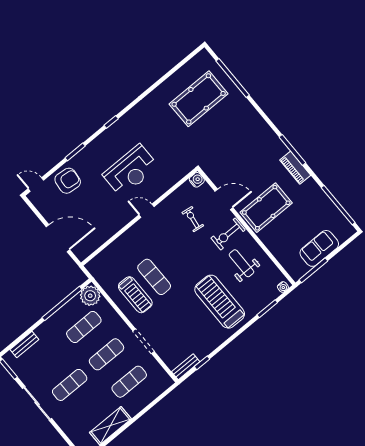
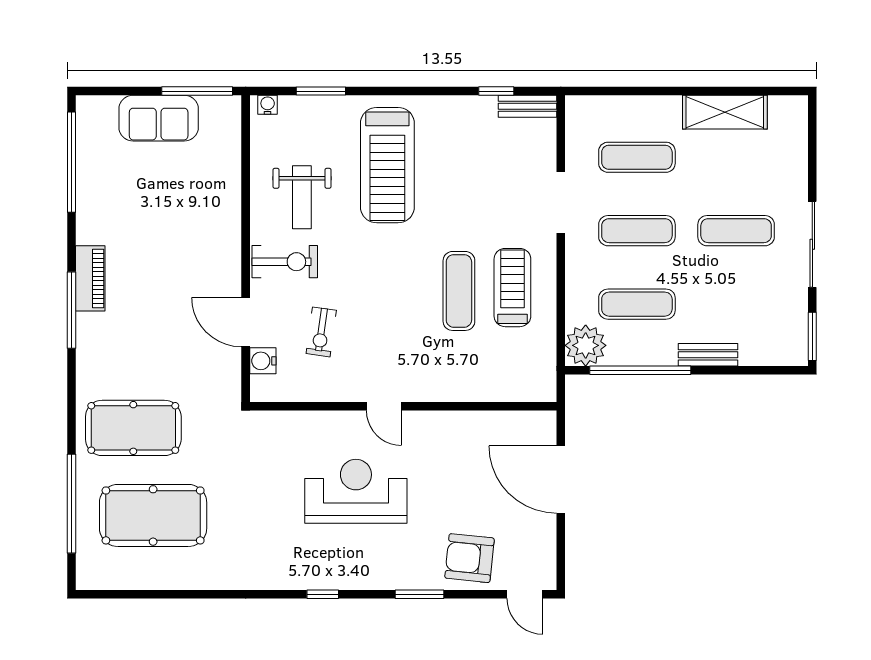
water cooler: (197, 180) -> (263, 361), moved
pool table: (266, 208) -> (133, 428), moved
bench: (24, 344) -> (708, 355), moved

